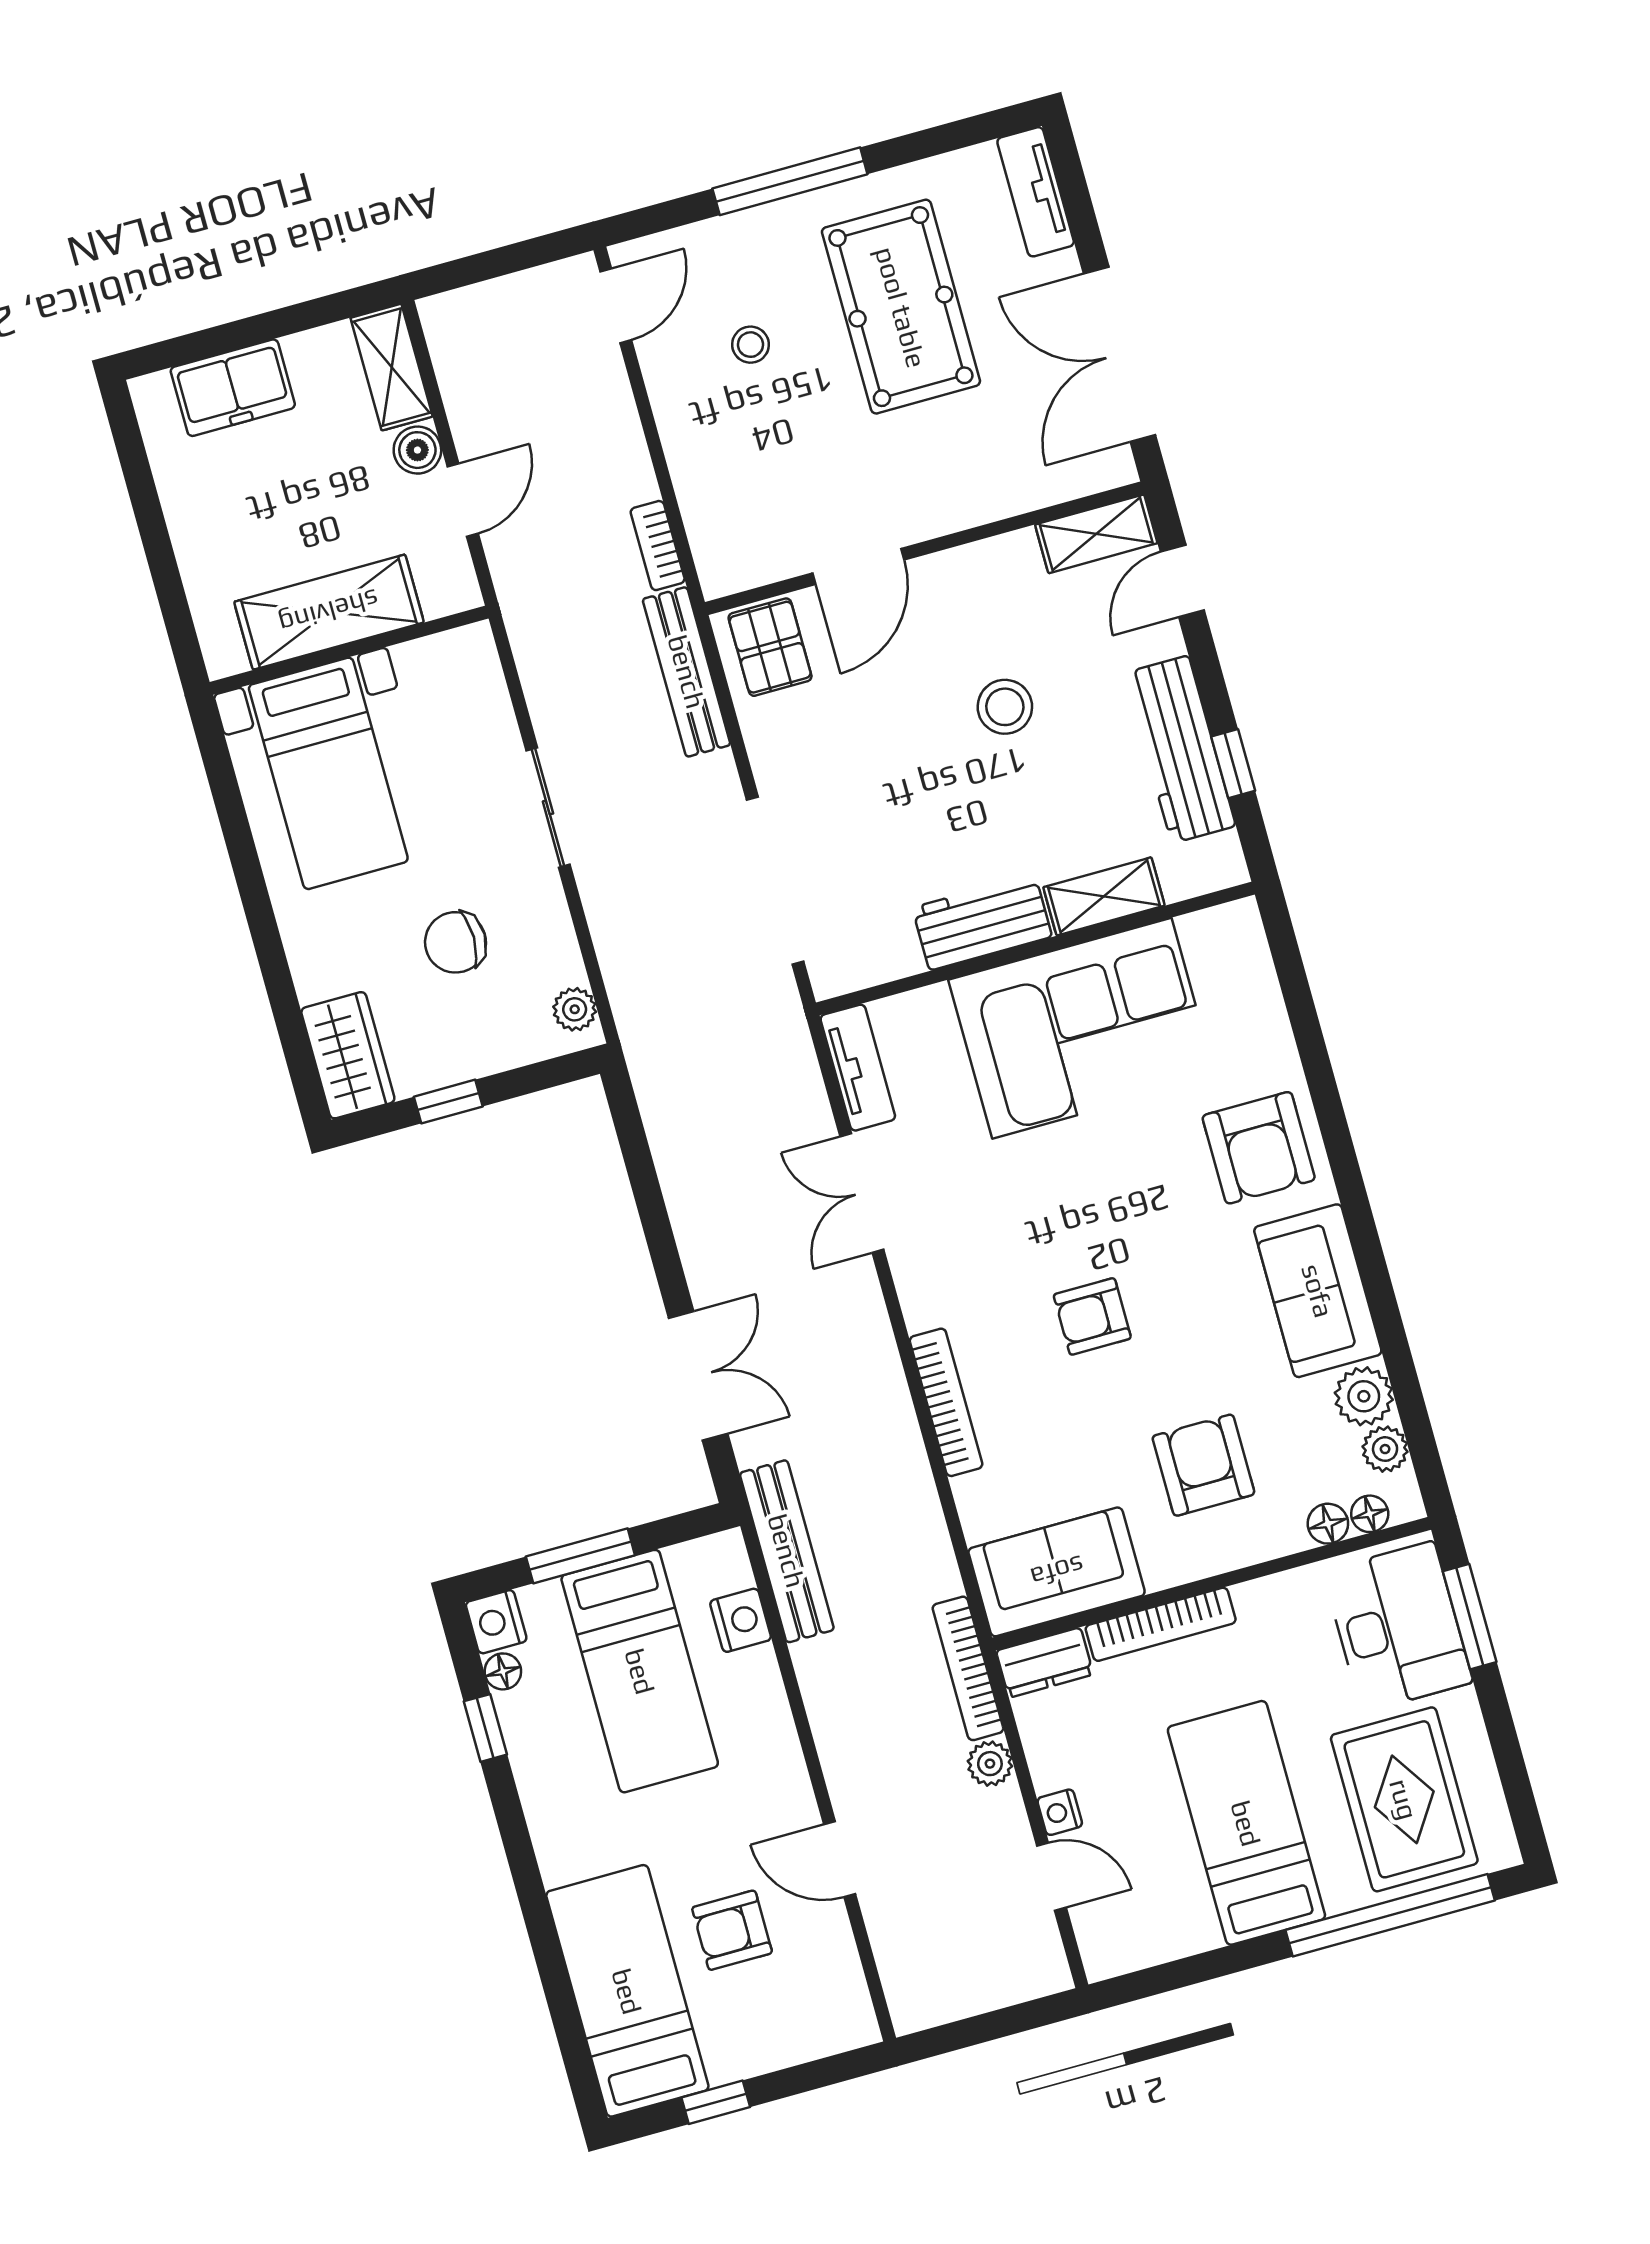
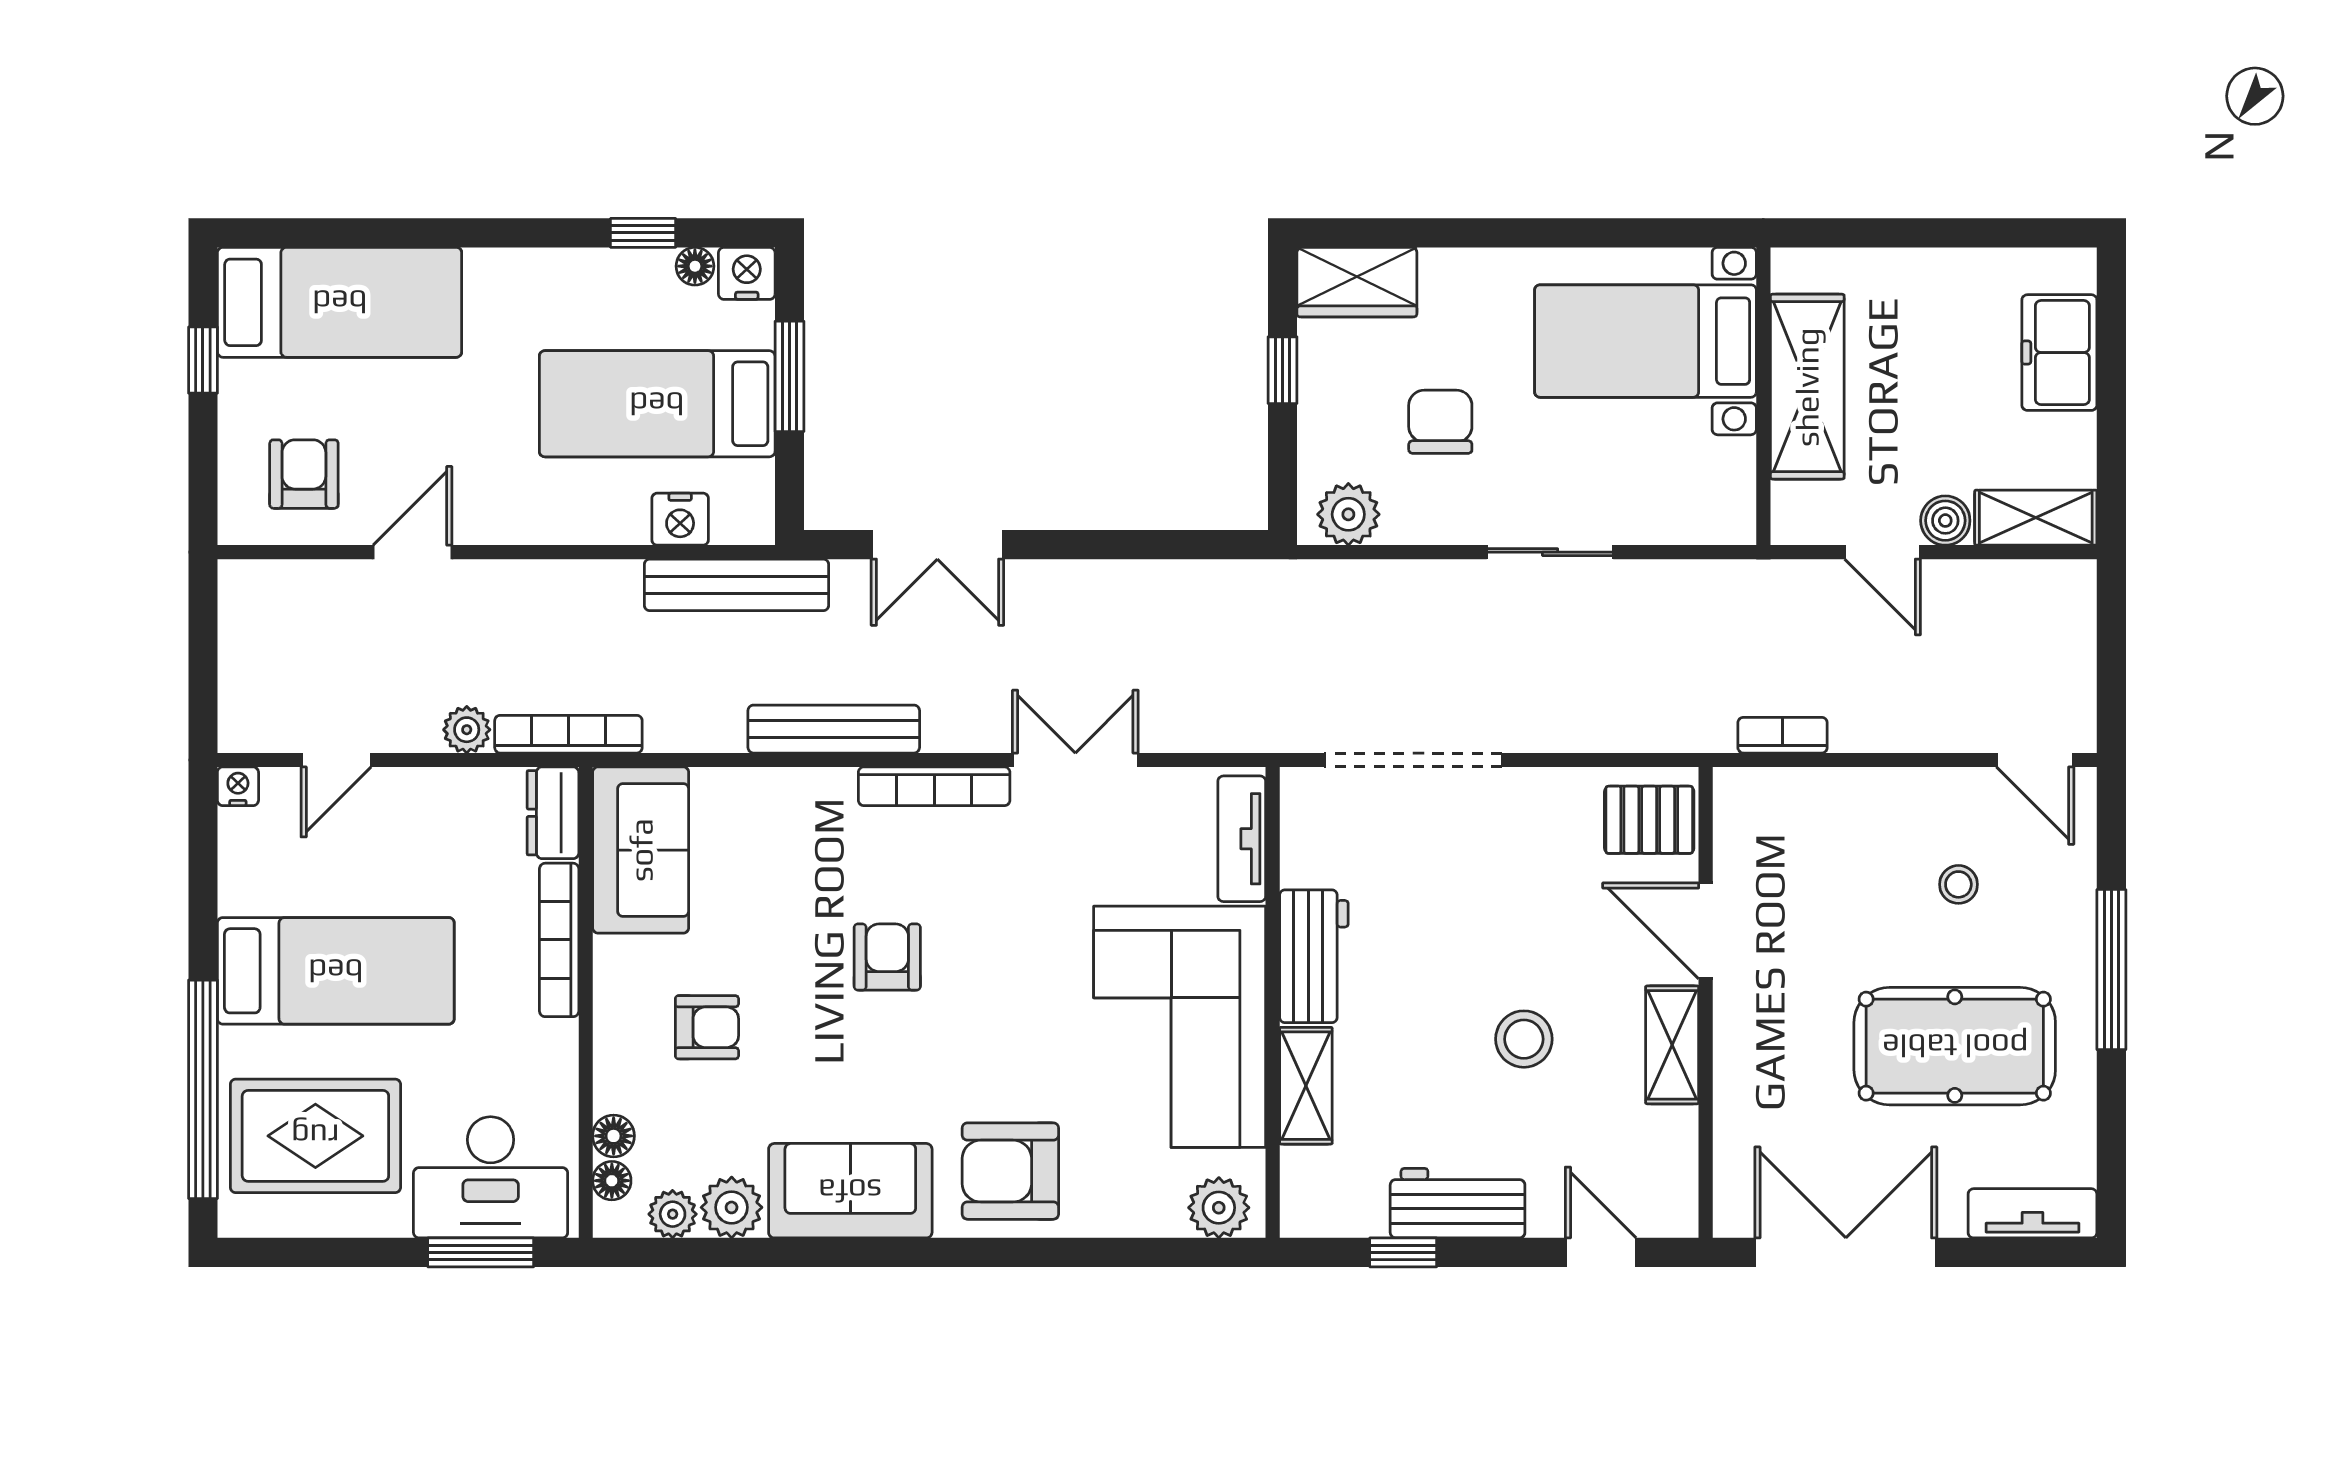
shelving: (1096, 534) -> (1672, 1045), moved
bench: (687, 672) -> (834, 729), moved
workbench: (1180, 749) -> (1458, 1203), width x0.73
plant: (1239, 946) -> (1219, 1208), added
plant: (575, 1009) -> (1348, 514), width x1.38, depth x1.38
tv unit: (858, 1068) -> (1242, 839), moved, turned 90
bookcase: (946, 1402) -> (934, 786), moved
armchair: (1203, 1465) -> (707, 1027), width x0.72, depth x0.72
nightstand: (1060, 1812) -> (238, 786), moved
armchair: (732, 1930) -> (304, 474), moved

